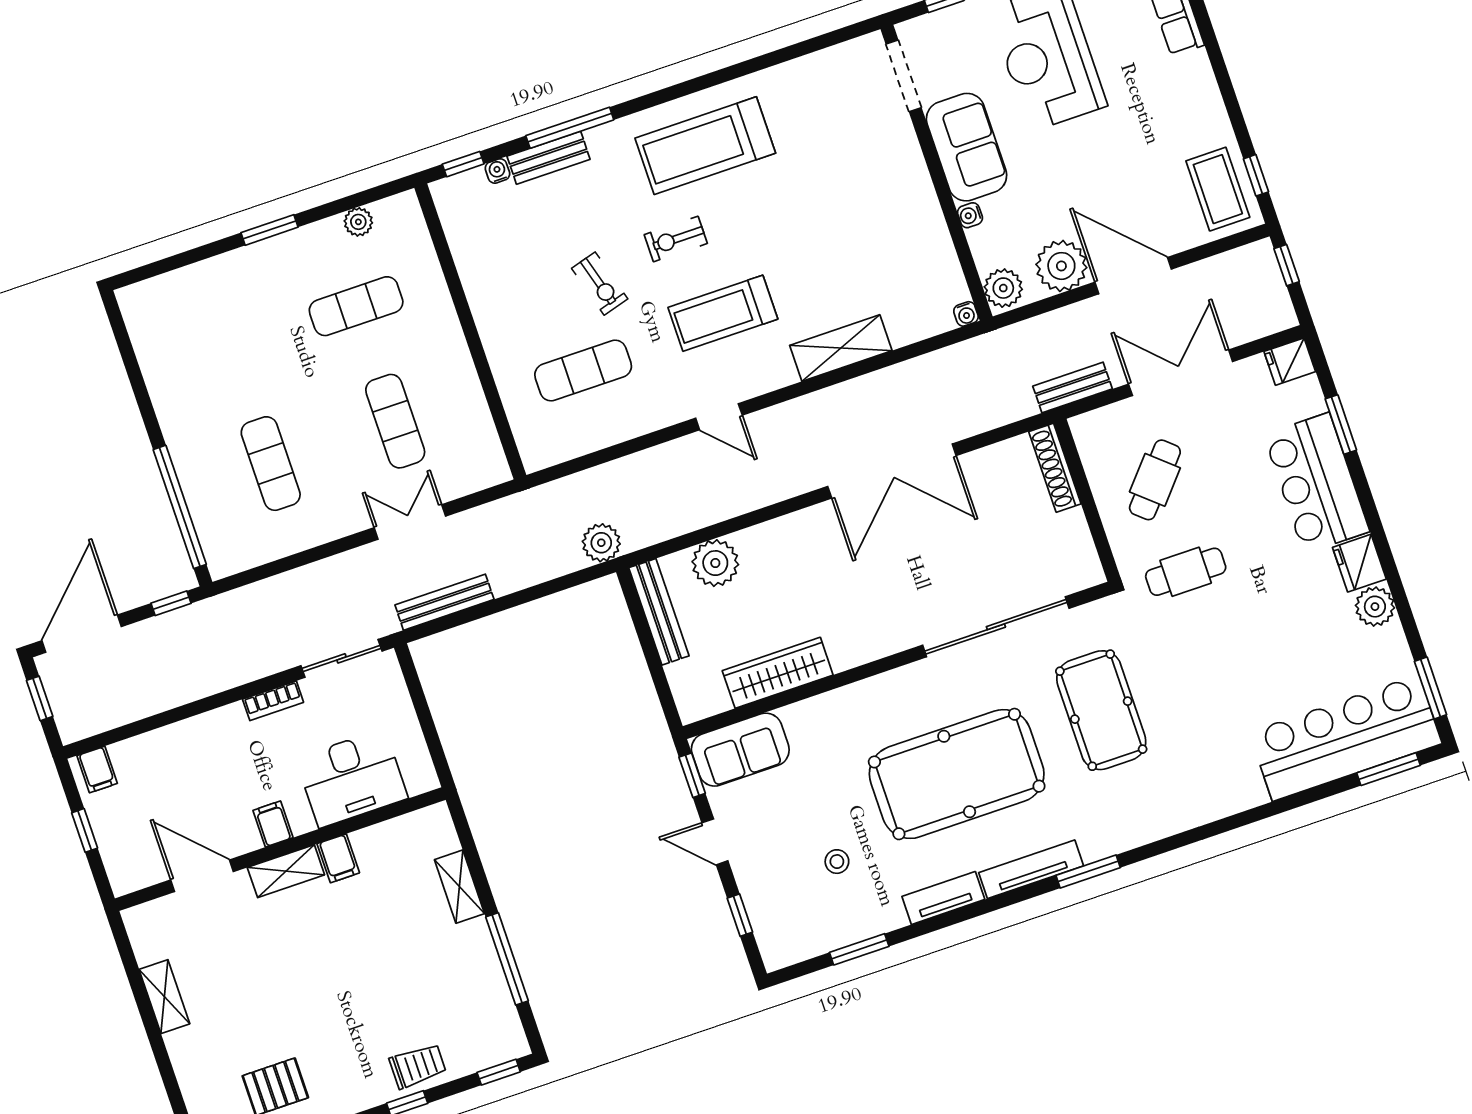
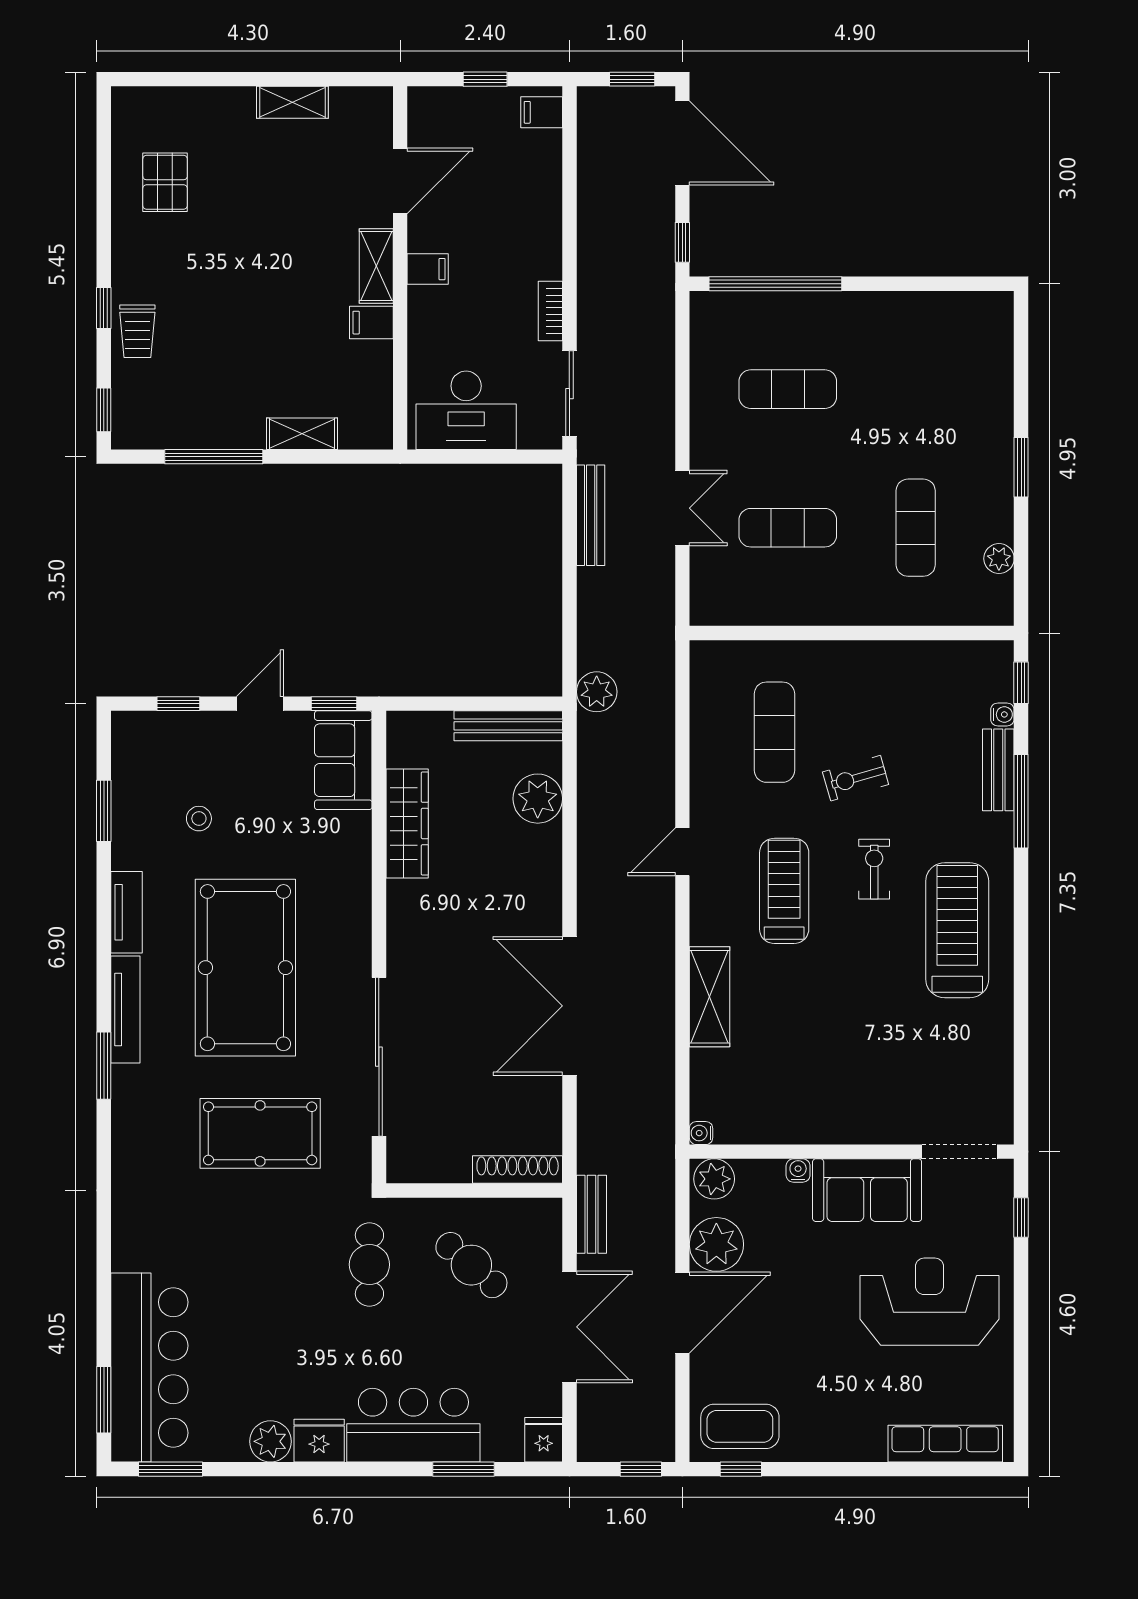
desk: (352, 778) -> (466, 410), moved, turned -90

